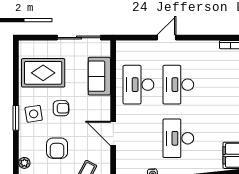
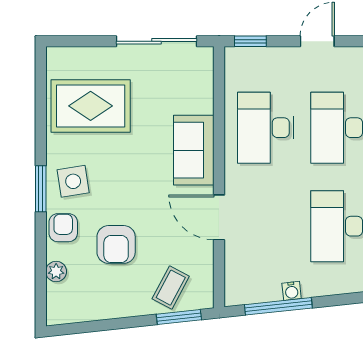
window: (130, 38) -> (250, 41), added
sofa: (99, 76) -> (194, 150), moved
armchair: (61, 108) -> (63, 228), moved, turned -89

